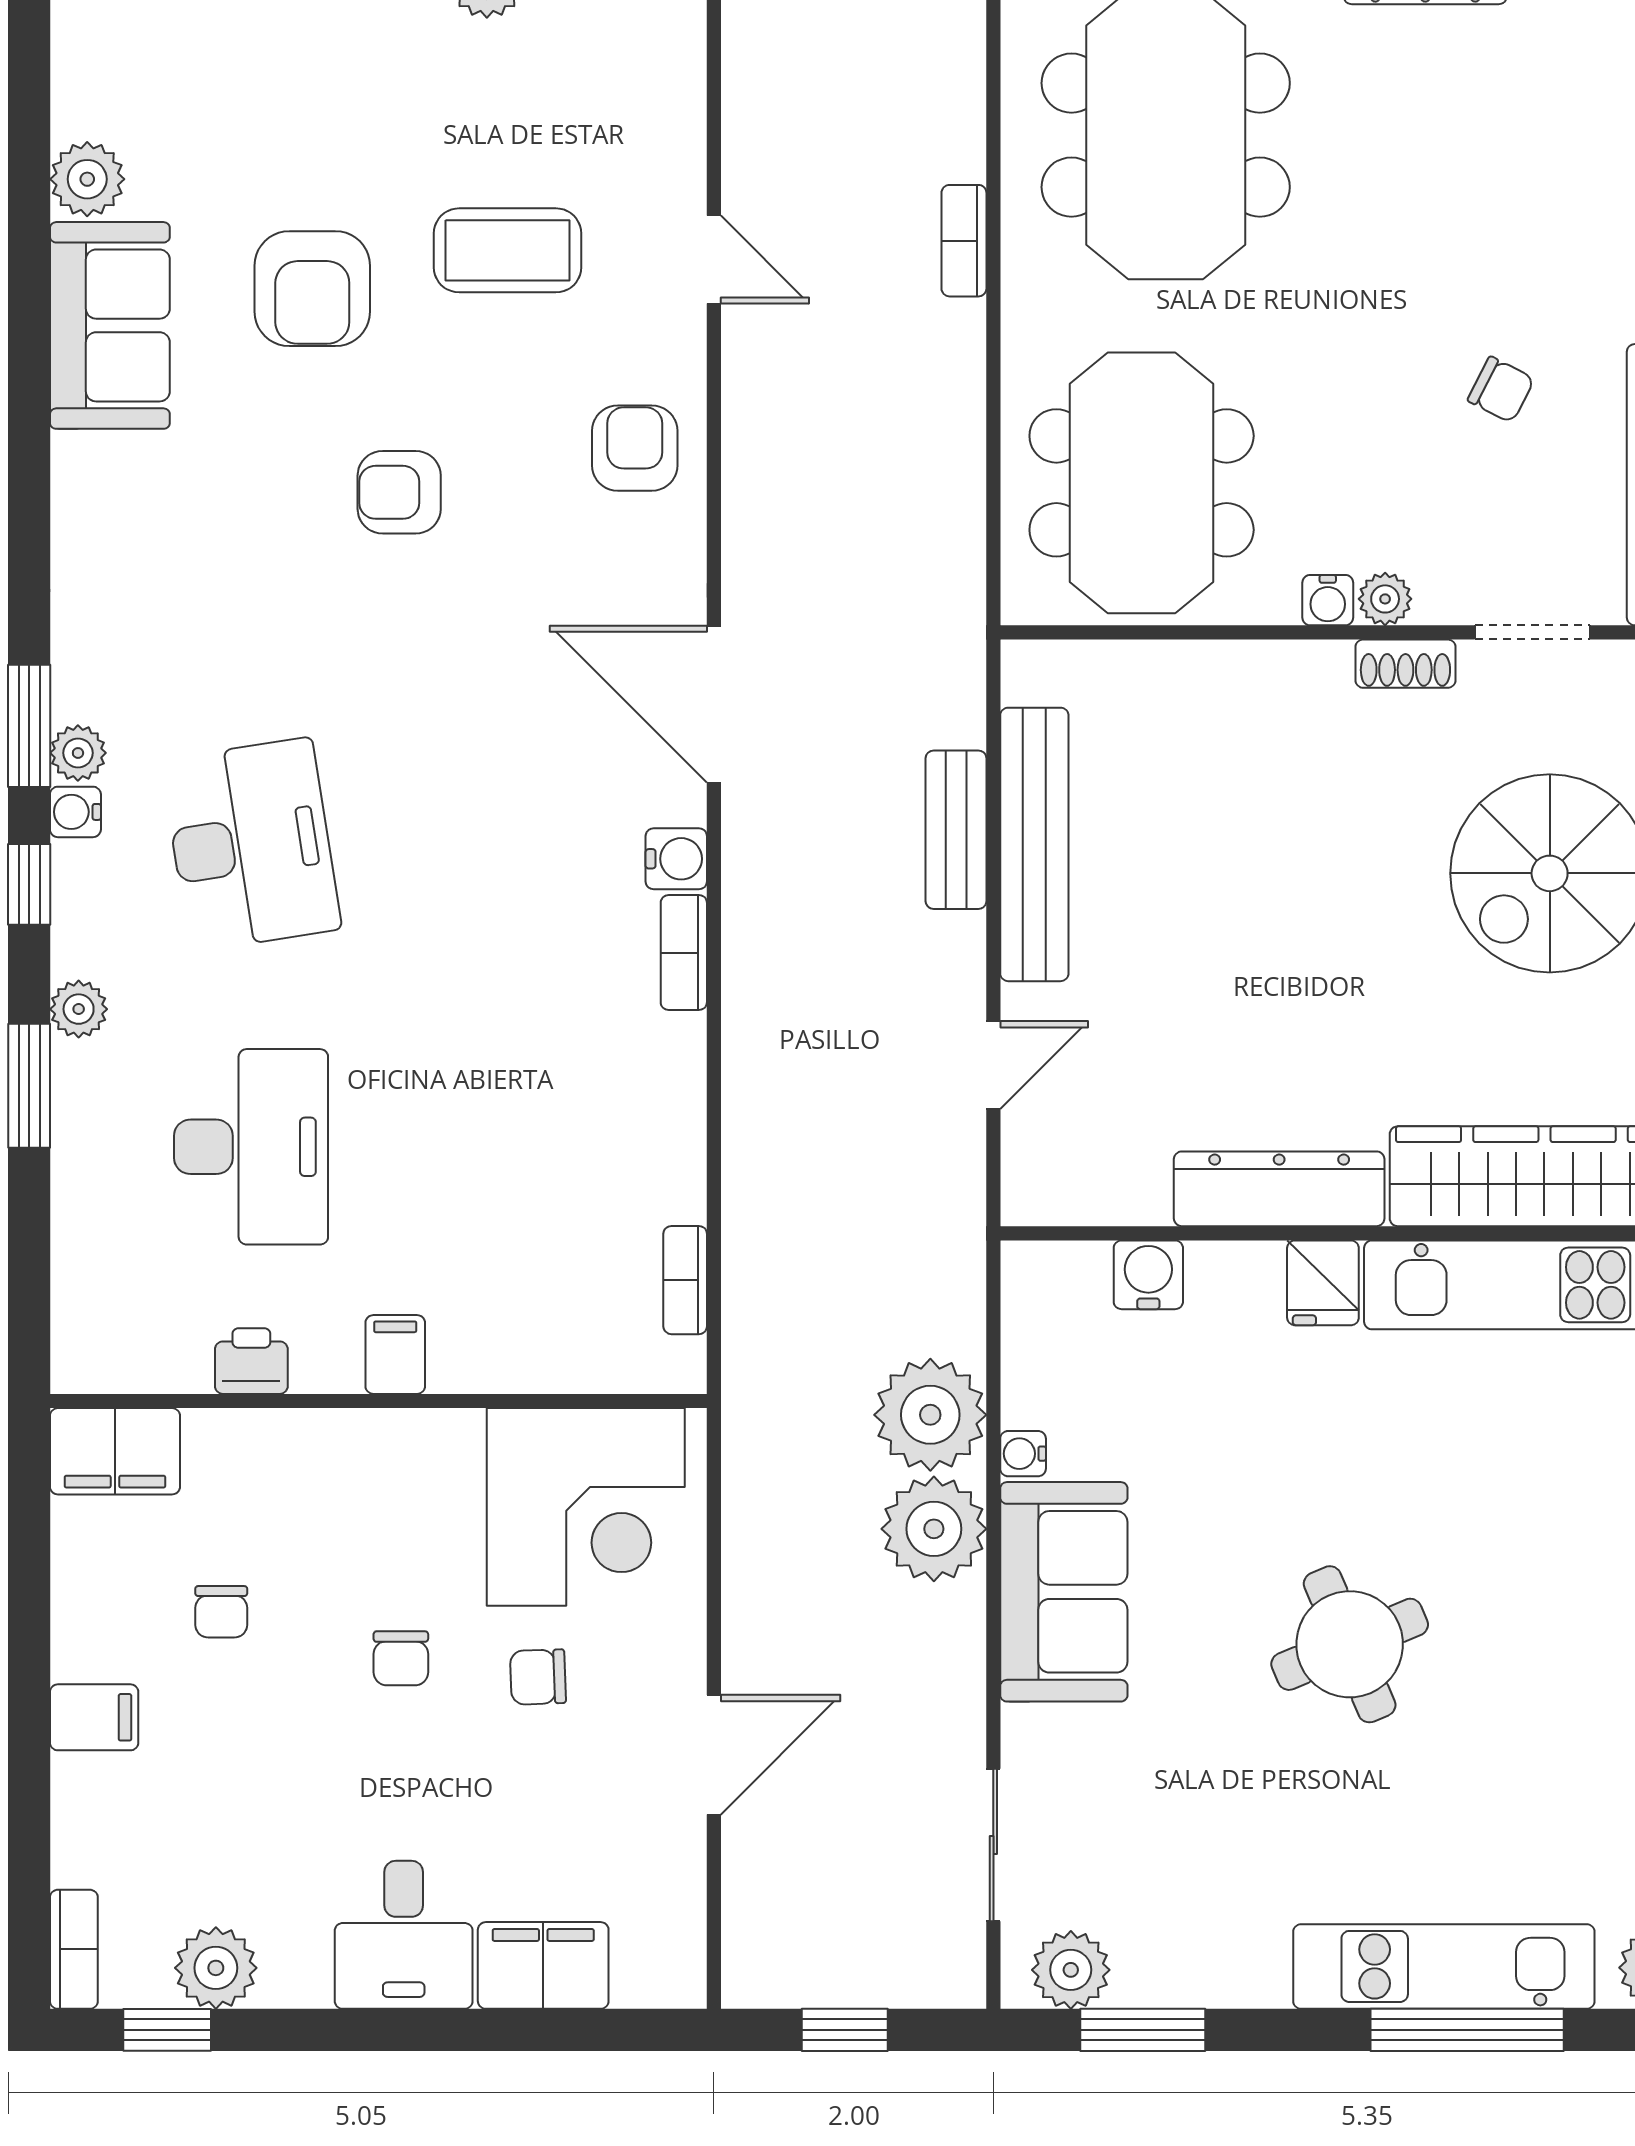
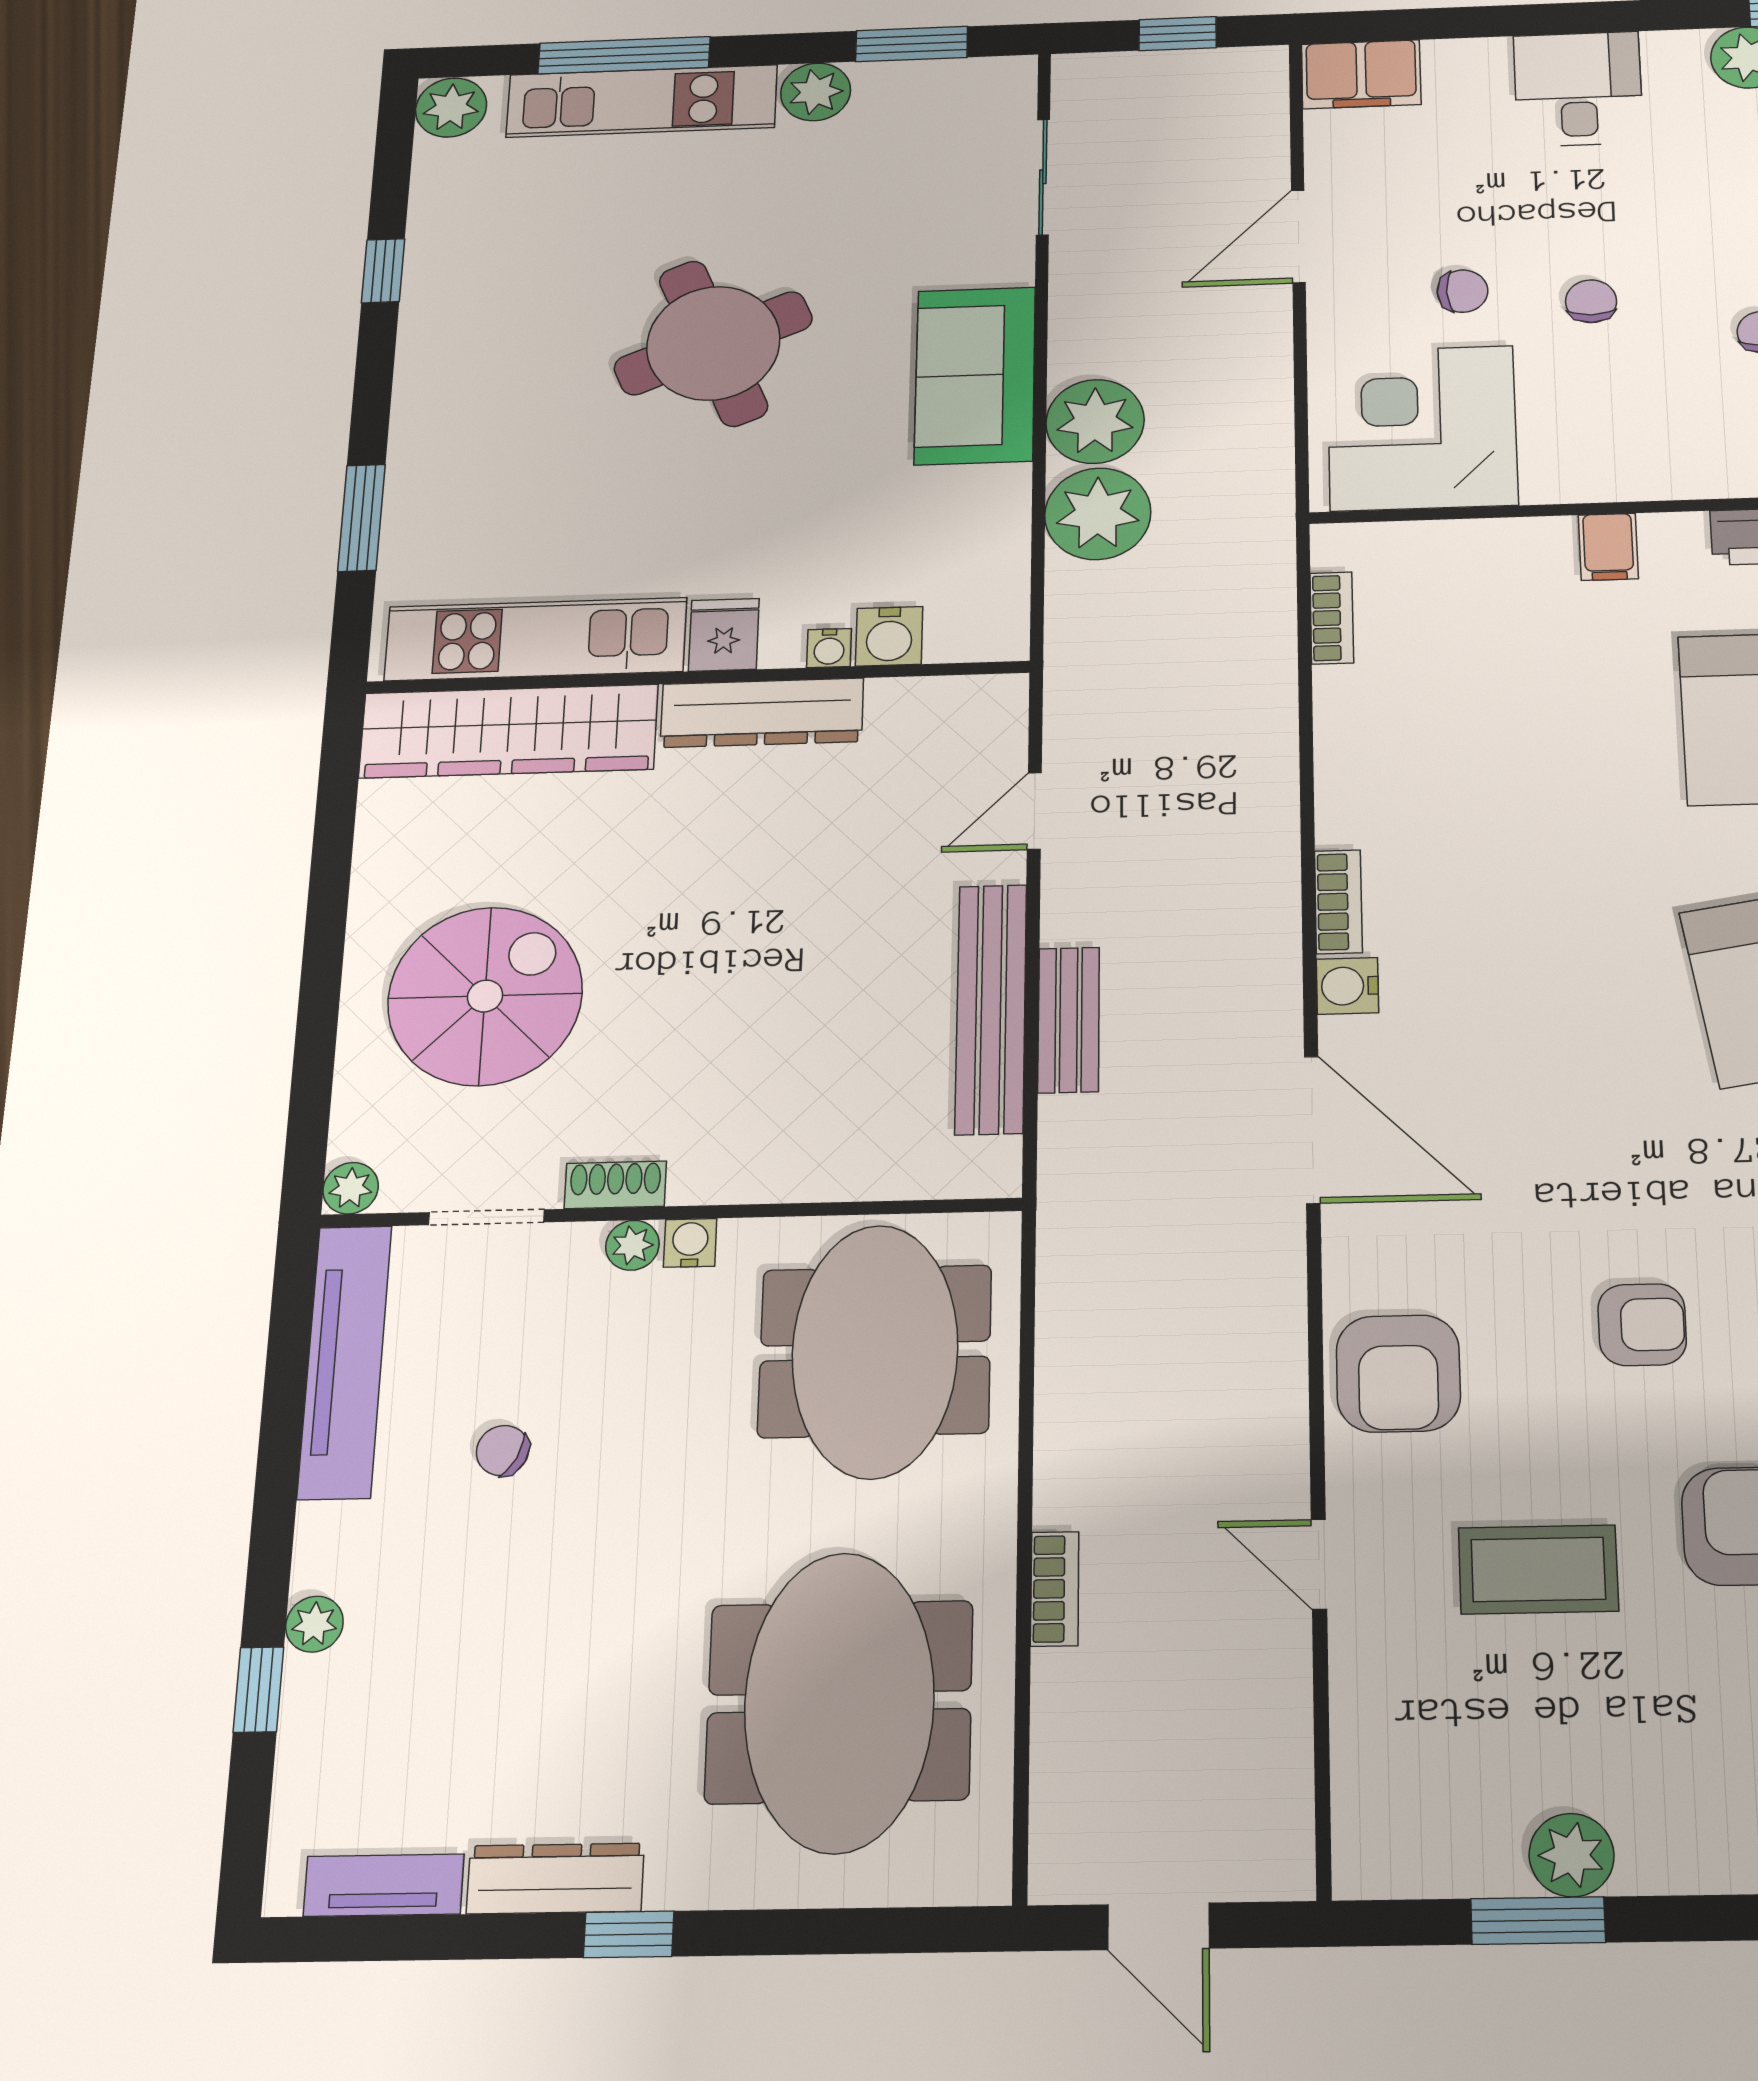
armchair: (635, 448) -> (1398, 1373), width x1.38, depth x1.38
water cooler: (1023, 1454) -> (829, 648), moved, turned 90
round table: (1350, 1644) -> (713, 343), width x1.36, depth x1.36
filing cabinet: (543, 1965) -> (1361, 74), moved
plant: (1071, 1970) -> (816, 92), moved

